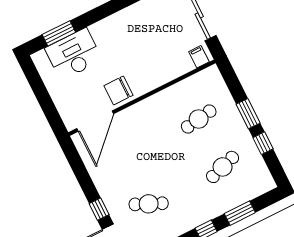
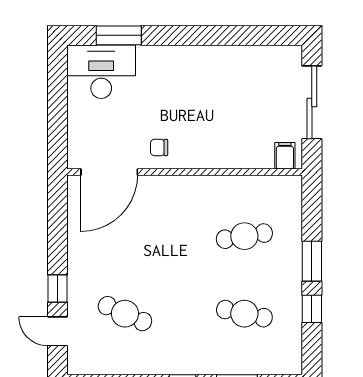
desk: (74, 54) -> (101, 72), moved
chair: (118, 90) -> (159, 147), width x0.54, depth x0.54
cafe table: (223, 167) -> (244, 314), turned 30

